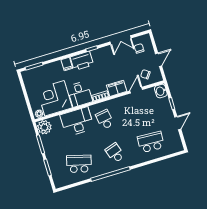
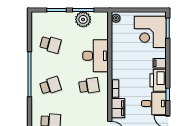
desk: (80, 94) -> (154, 104), moved, turned 180
corner desk: (55, 98) -> (150, 32), moved, turned 180
plant: (44, 127) -> (83, 19), moved
school desk: (79, 164) -> (50, 44), width x0.54

